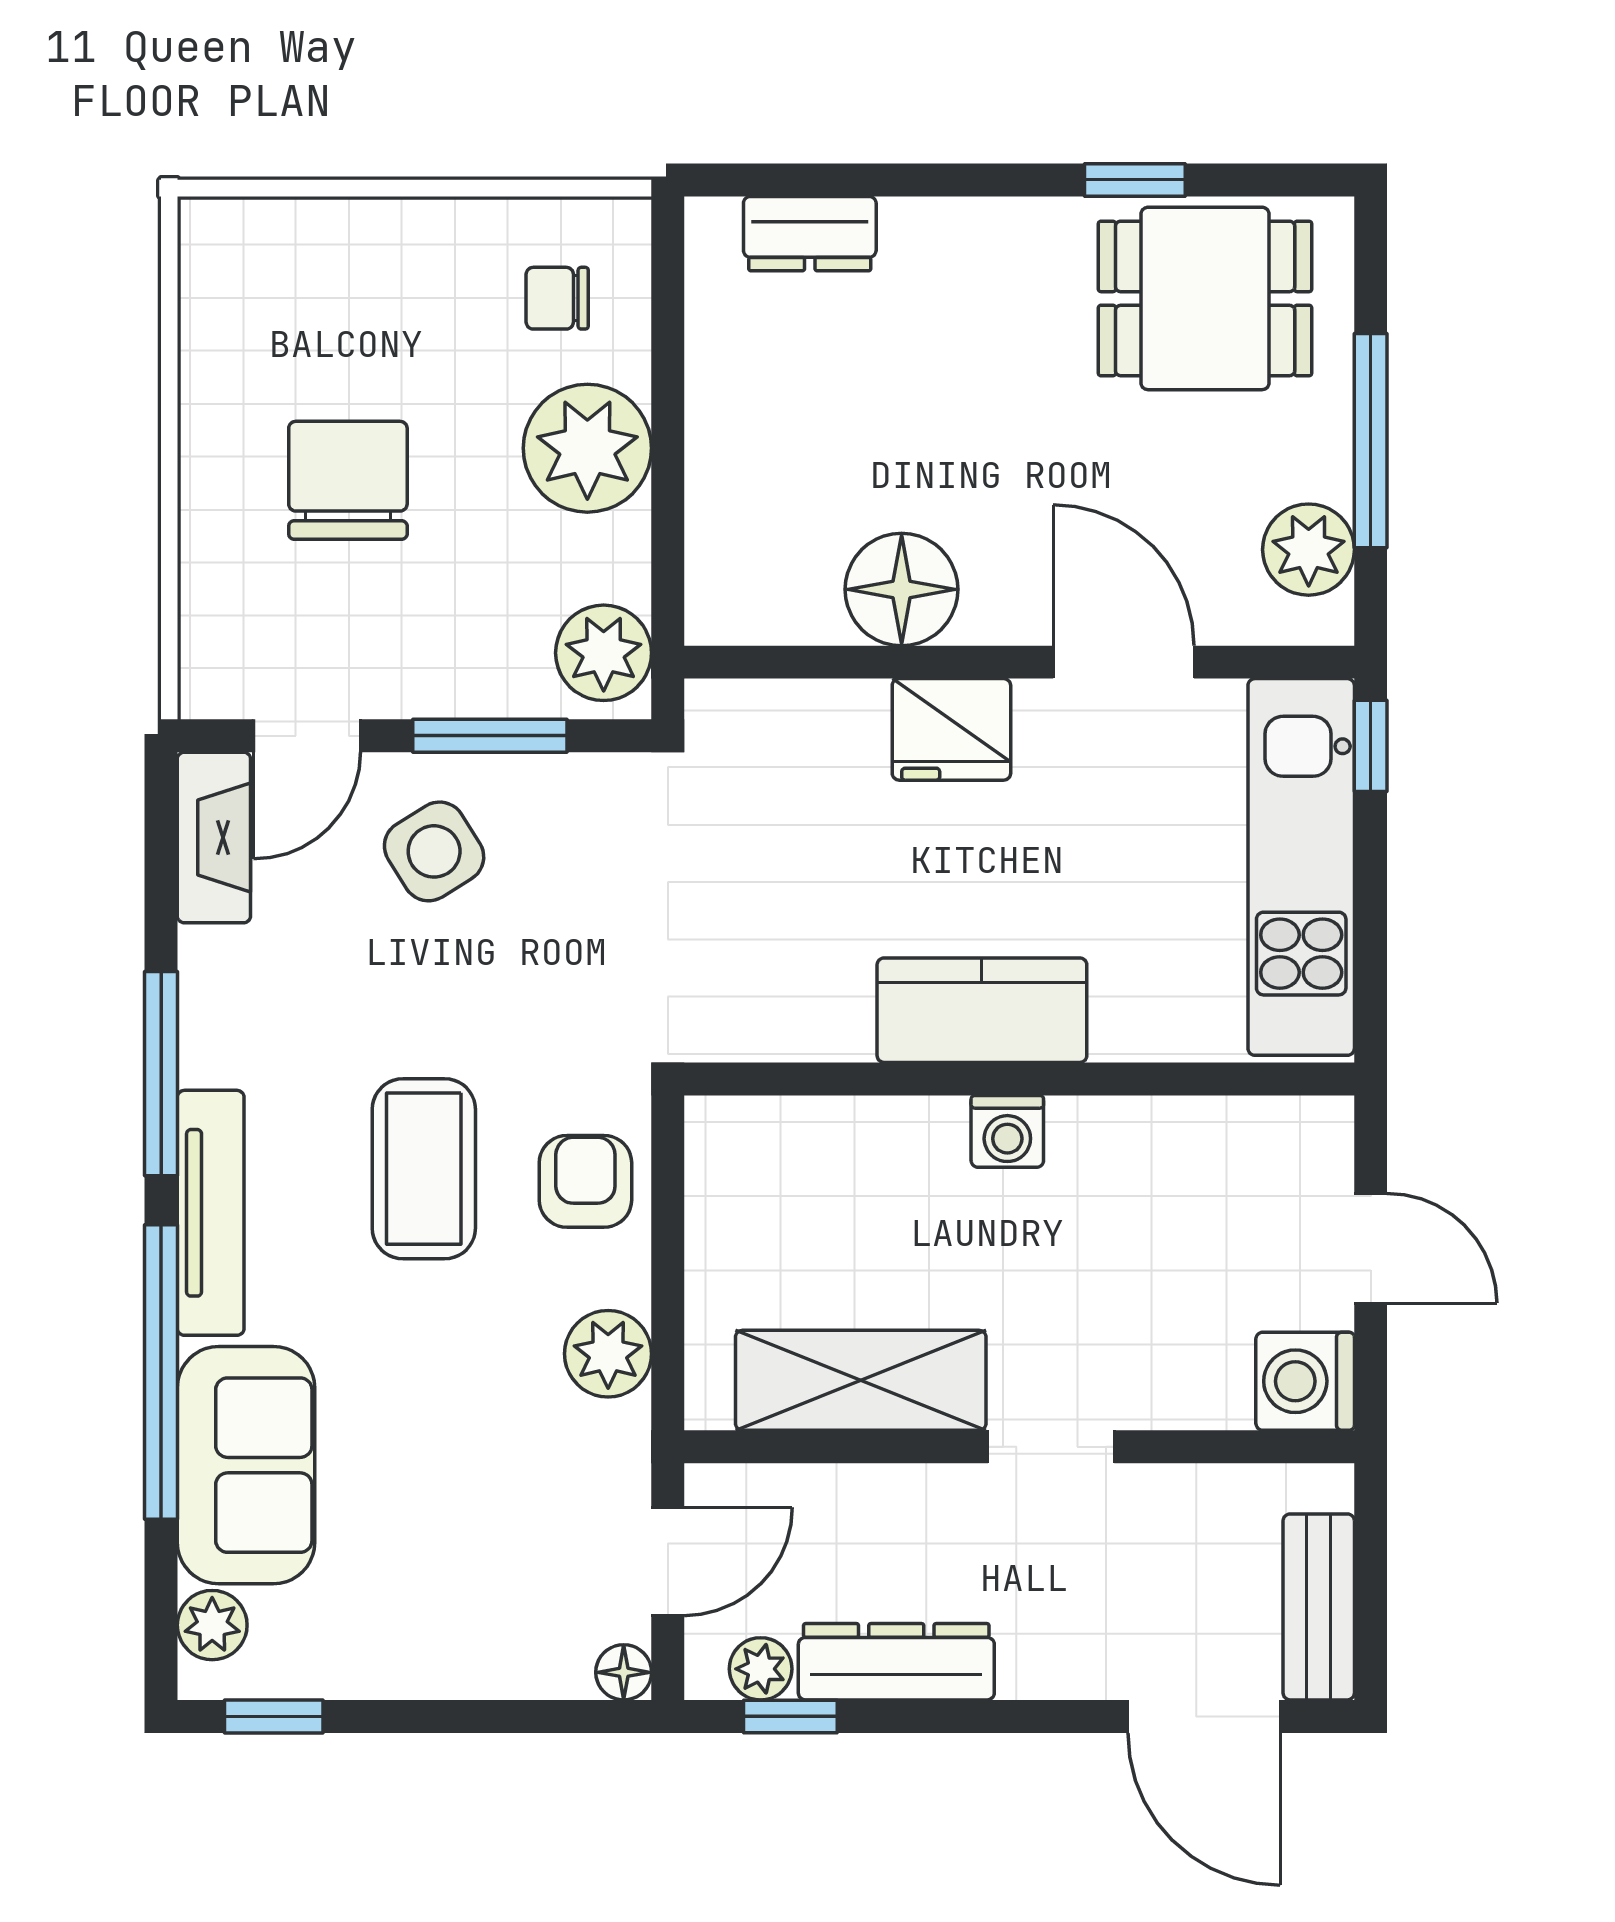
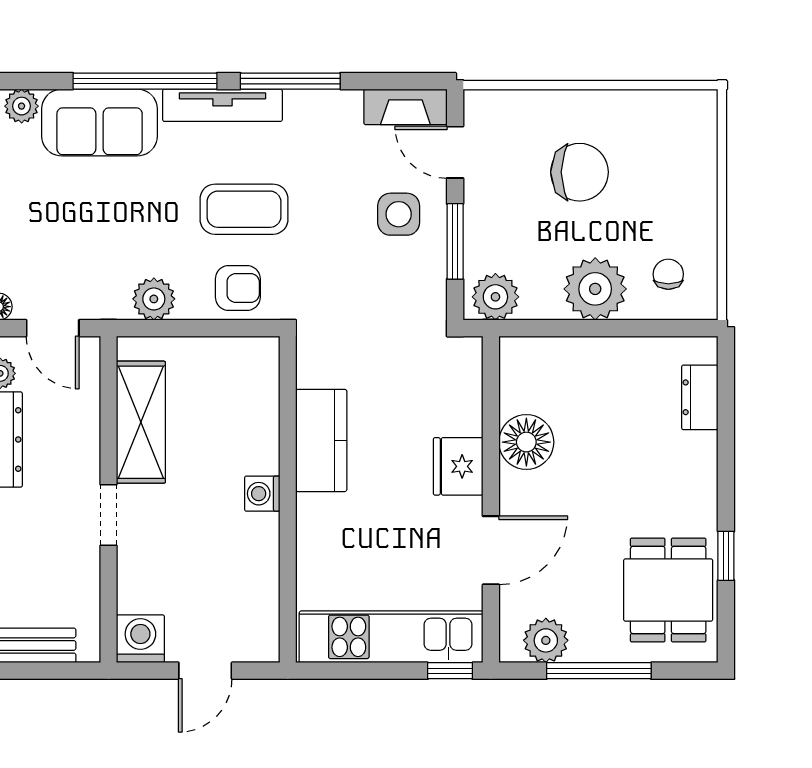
side table: (434, 851) -> (399, 214), turned 32
kitchen counter: (982, 1010) -> (321, 440), moved

